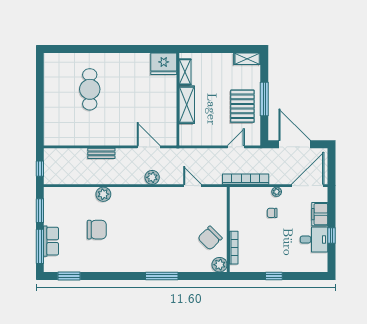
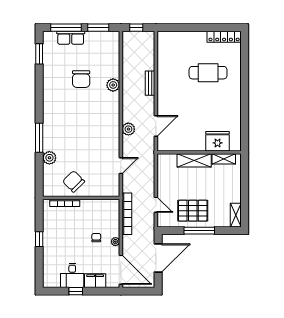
fridge: (164, 64) -> (218, 141), moved, turned 90
locker: (50, 72) -> (224, 37), added
plant: (220, 265) -> (49, 158), moved

